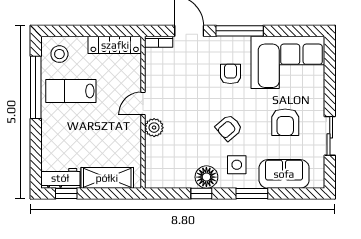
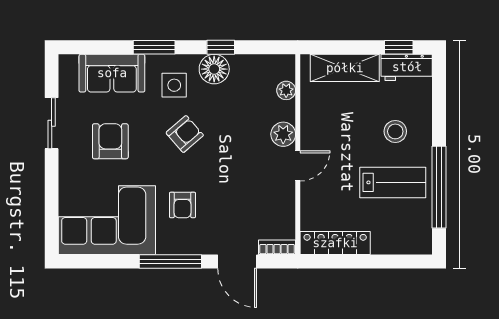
stool: (59, 54) -> (395, 131), moved
plant: (152, 161) -> (286, 90), added

